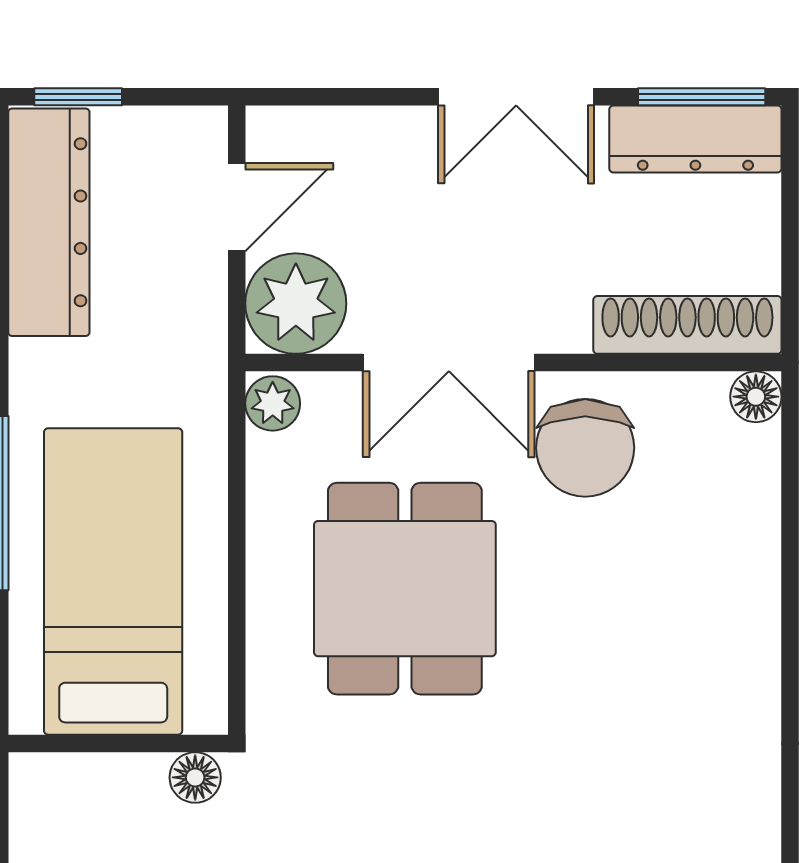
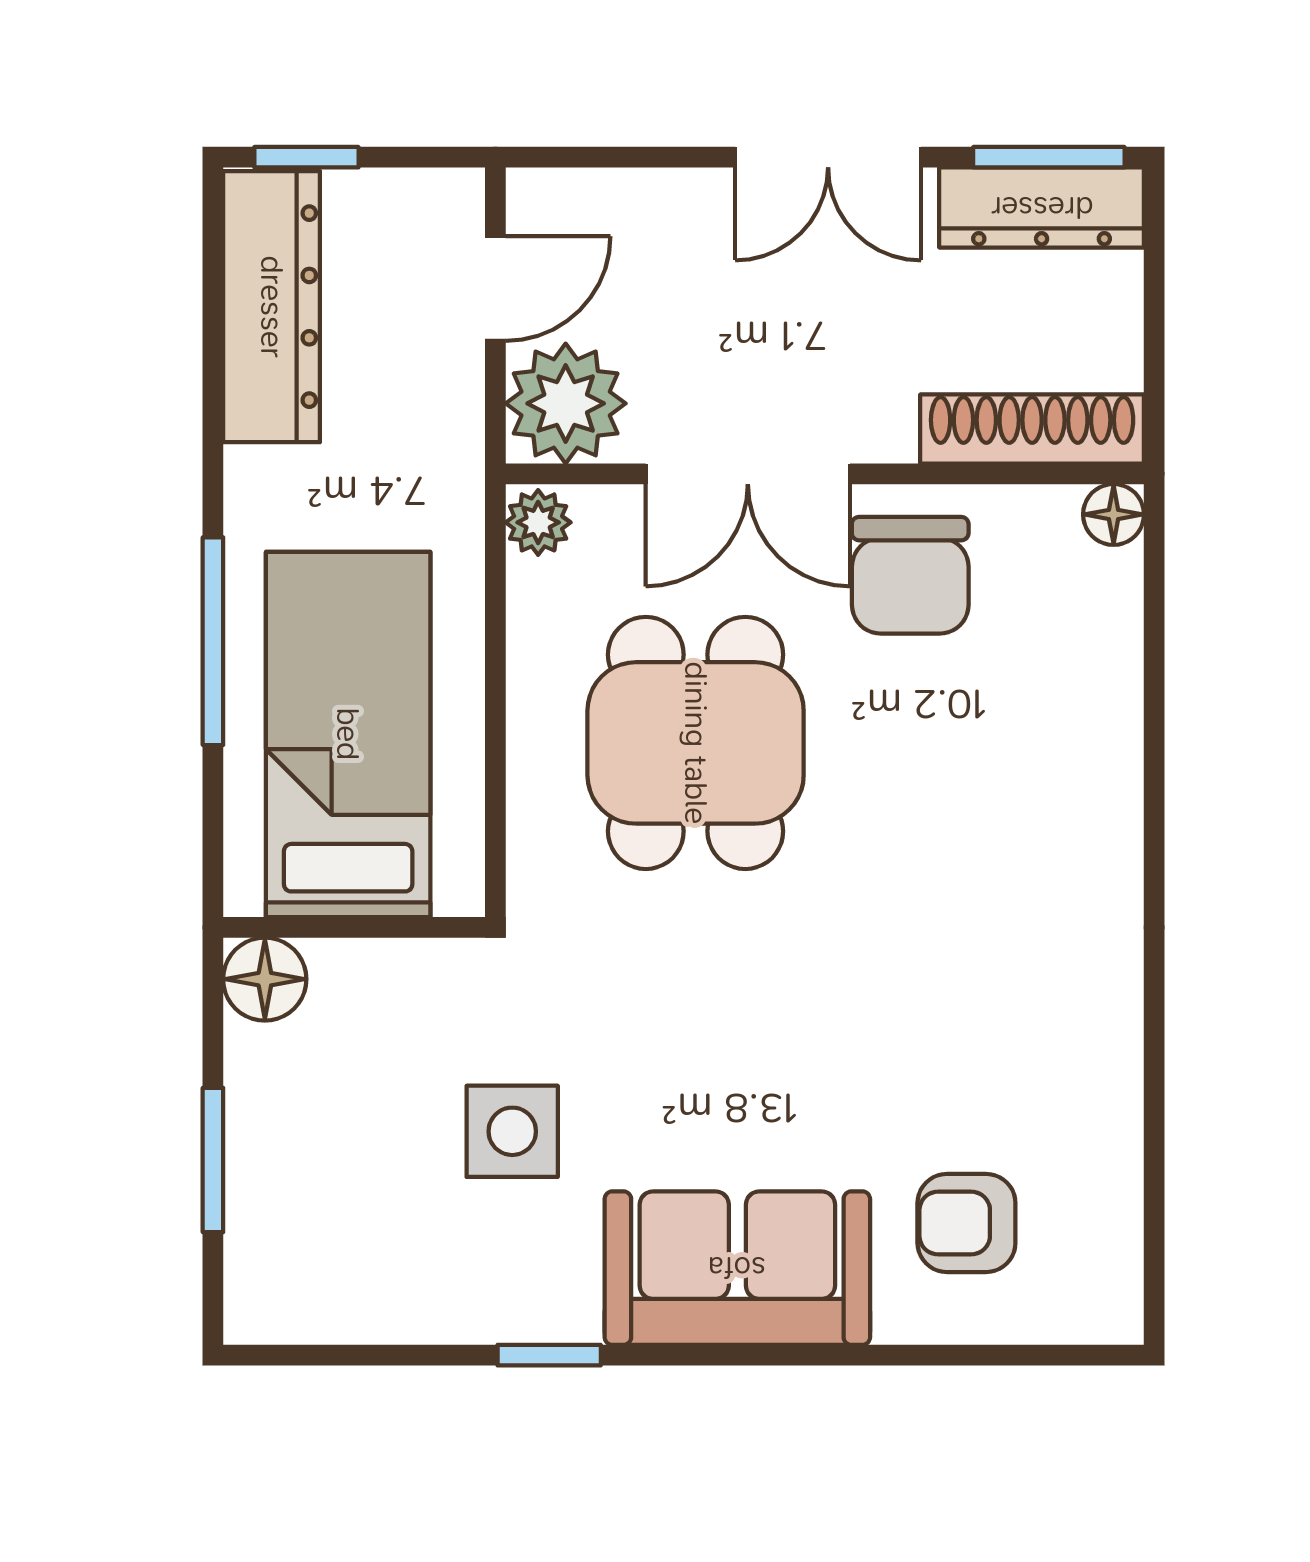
floor lamp: (195, 777) -> (265, 979), moved, width x1.37, depth x1.37

